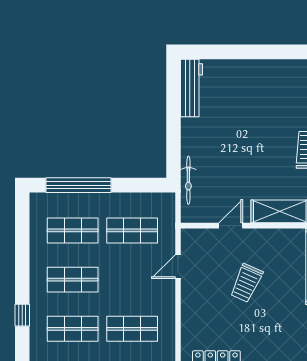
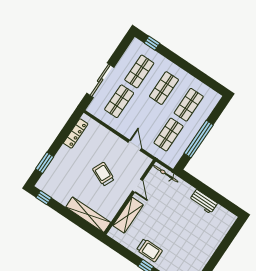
workbench: (192, 88) -> (203, 202), moved, width x0.73
bicycle: (188, 180) -> (166, 174), moved
window: (79, 185) -> (199, 139), moved
window: (22, 315) -> (152, 43), moved

